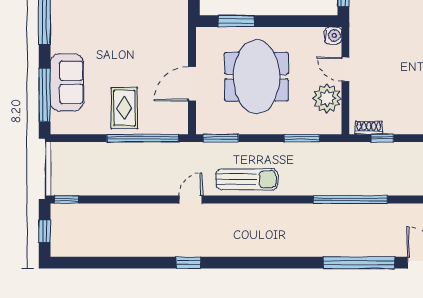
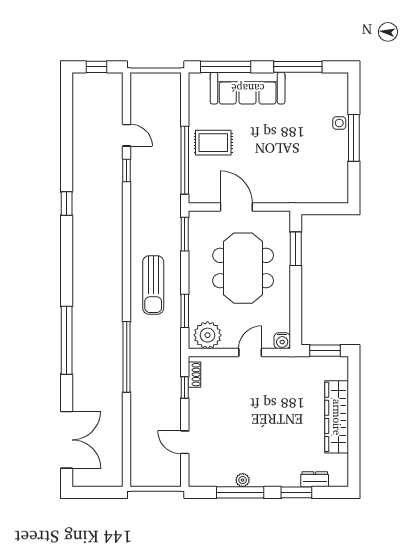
meeting table: (256, 77) -> (243, 268), turned 90
sofa: (67, 82) -> (248, 88), width x1.36
plant: (327, 98) -> (208, 335), moved
sun lounger: (247, 179) -> (153, 285), moved
window: (66, 199) -> (127, 170), moved
door: (191, 199) -> (127, 135), moved
window: (359, 263) -> (67, 340), moved

